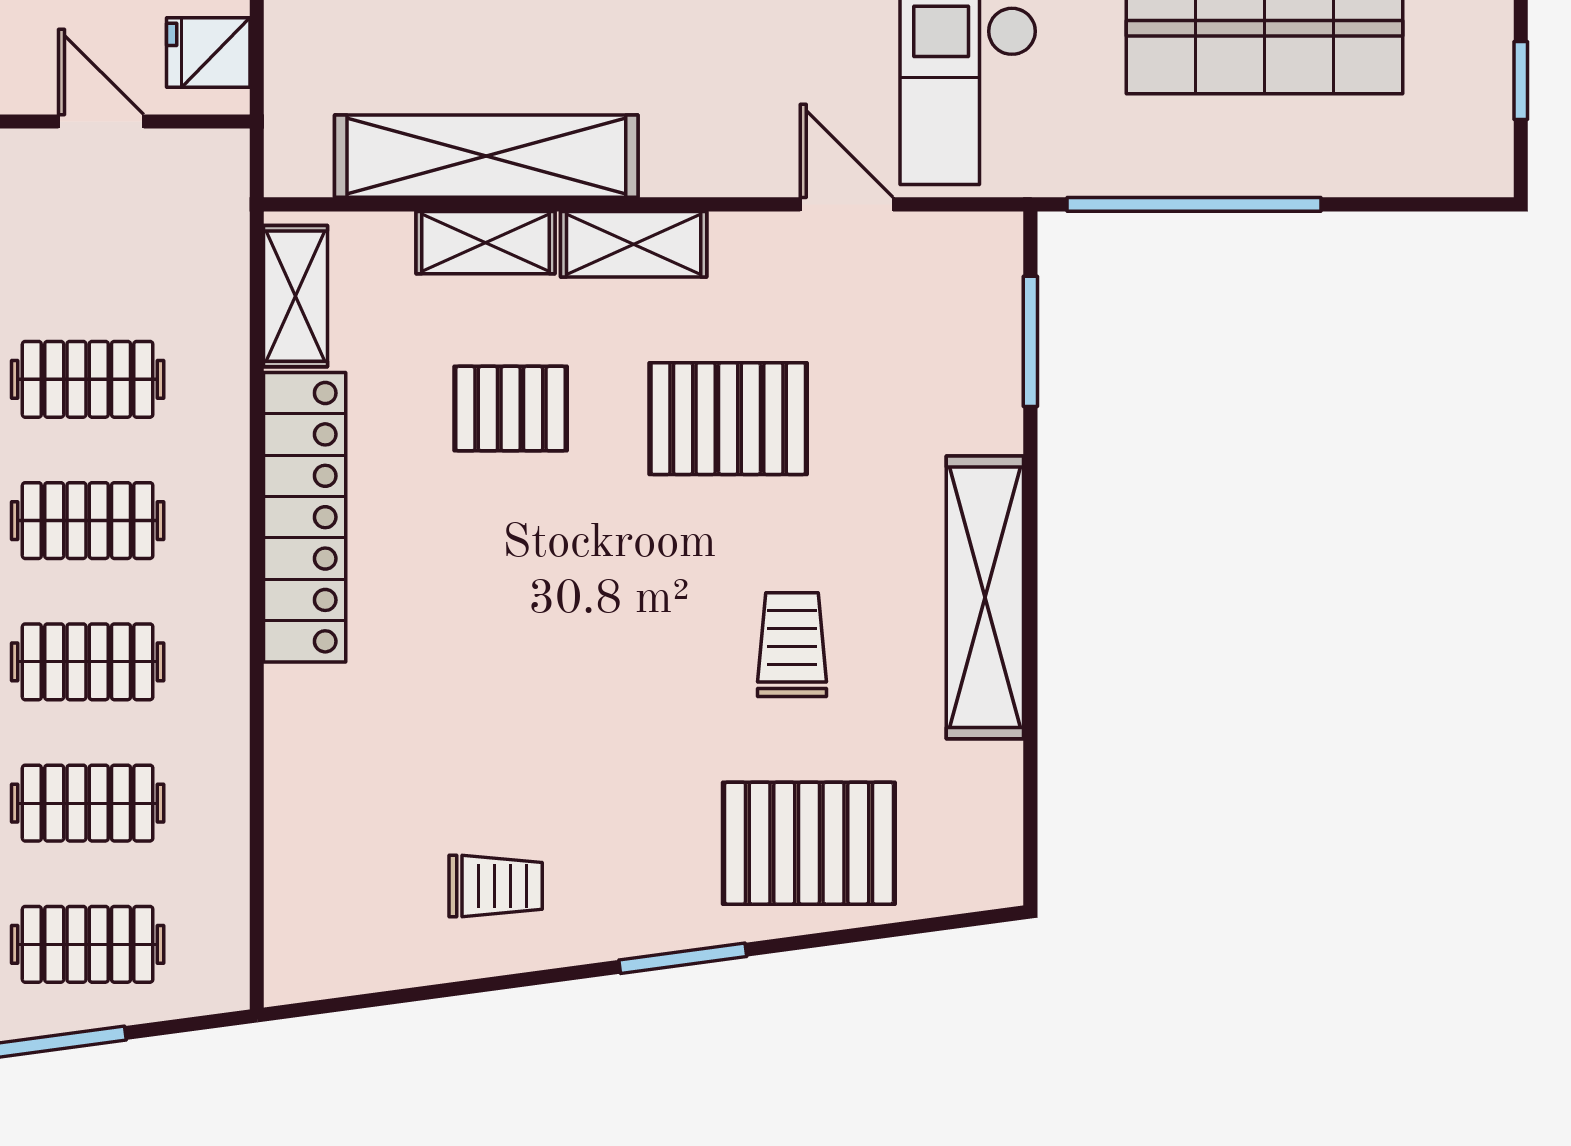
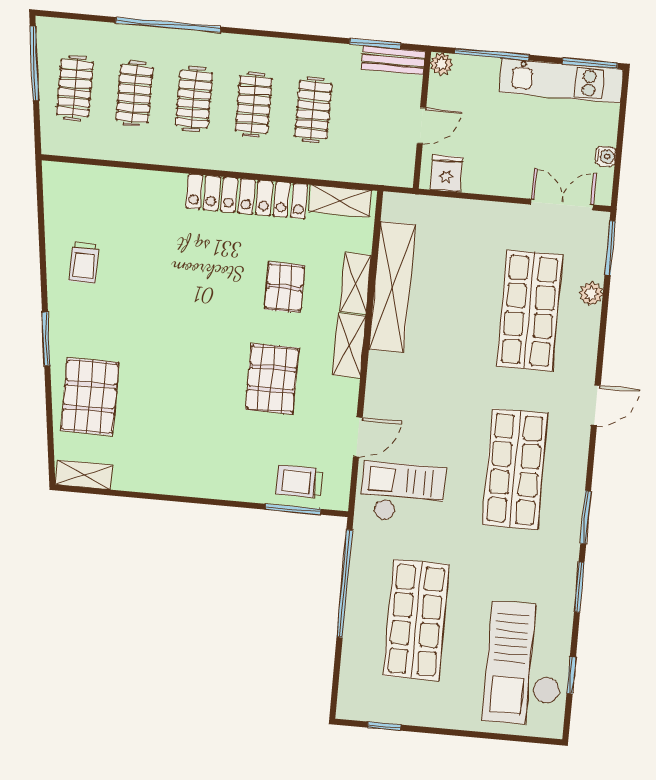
shelving: (985, 597) -> (84, 475), moved, width x0.45, depth x0.75
trolley: (792, 645) -> (299, 482), moved, turned 180

